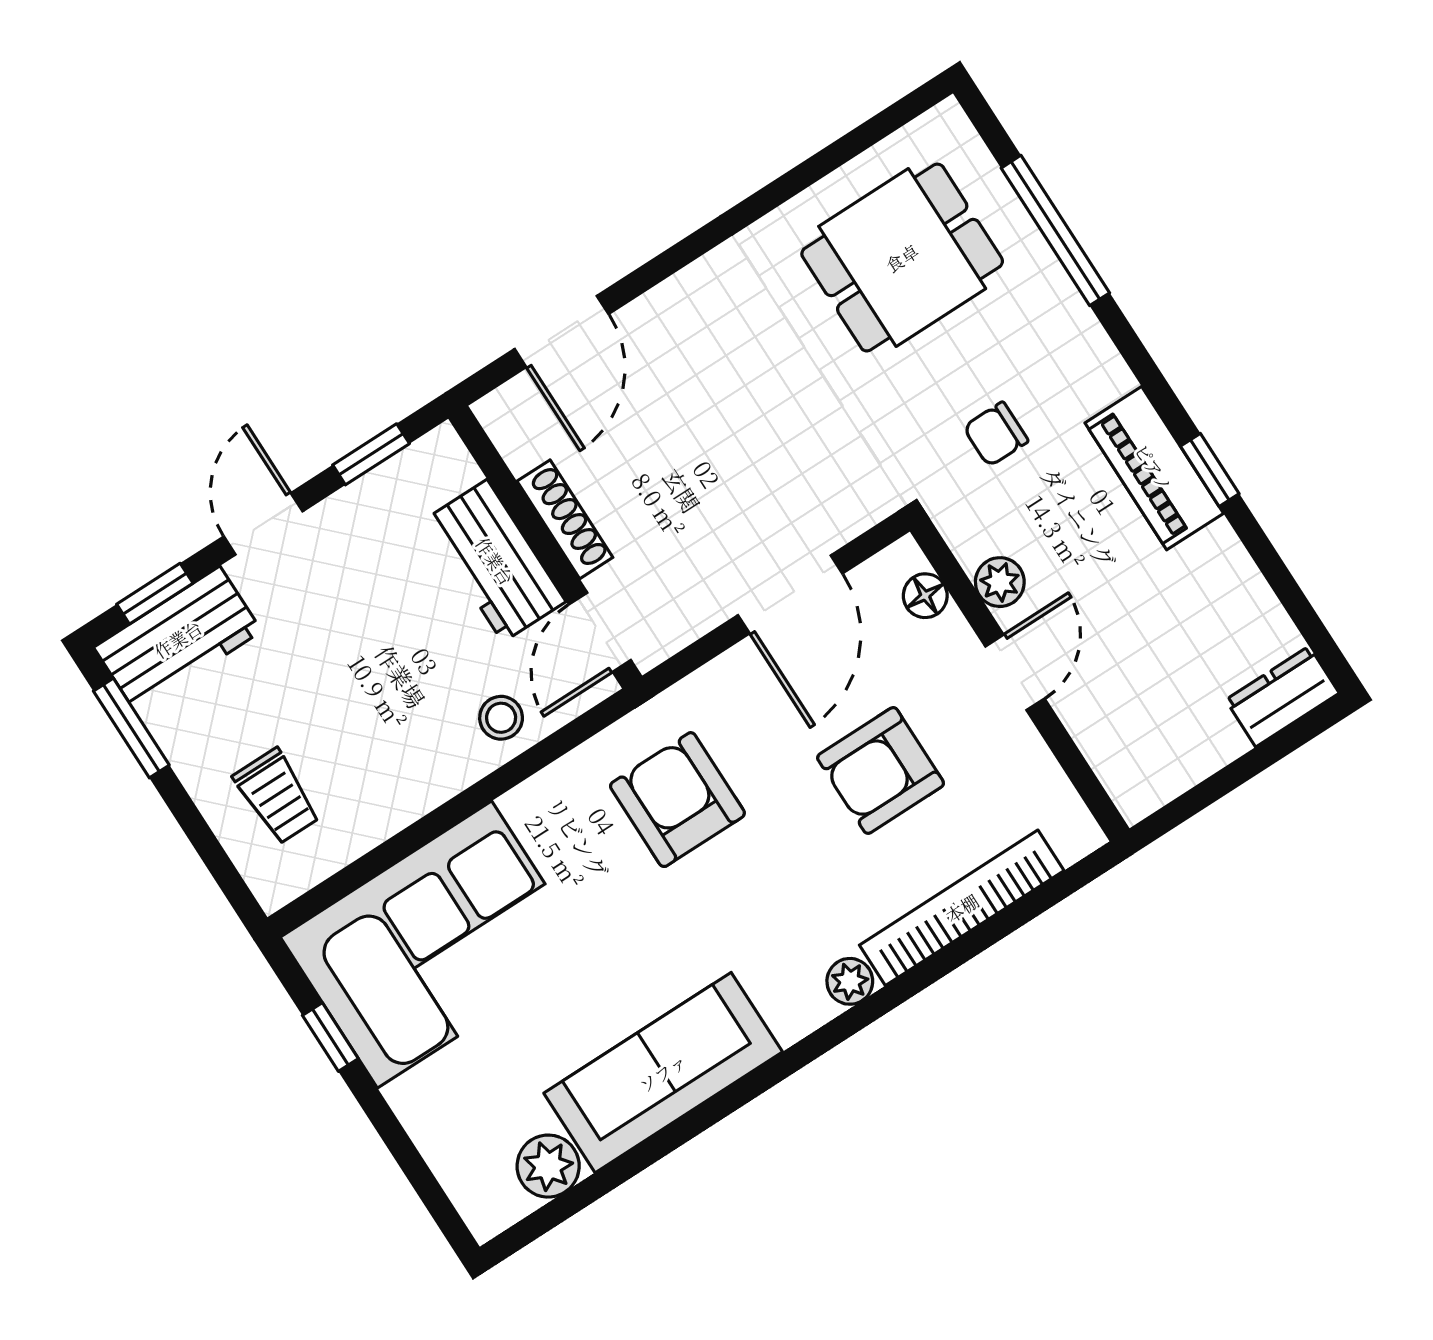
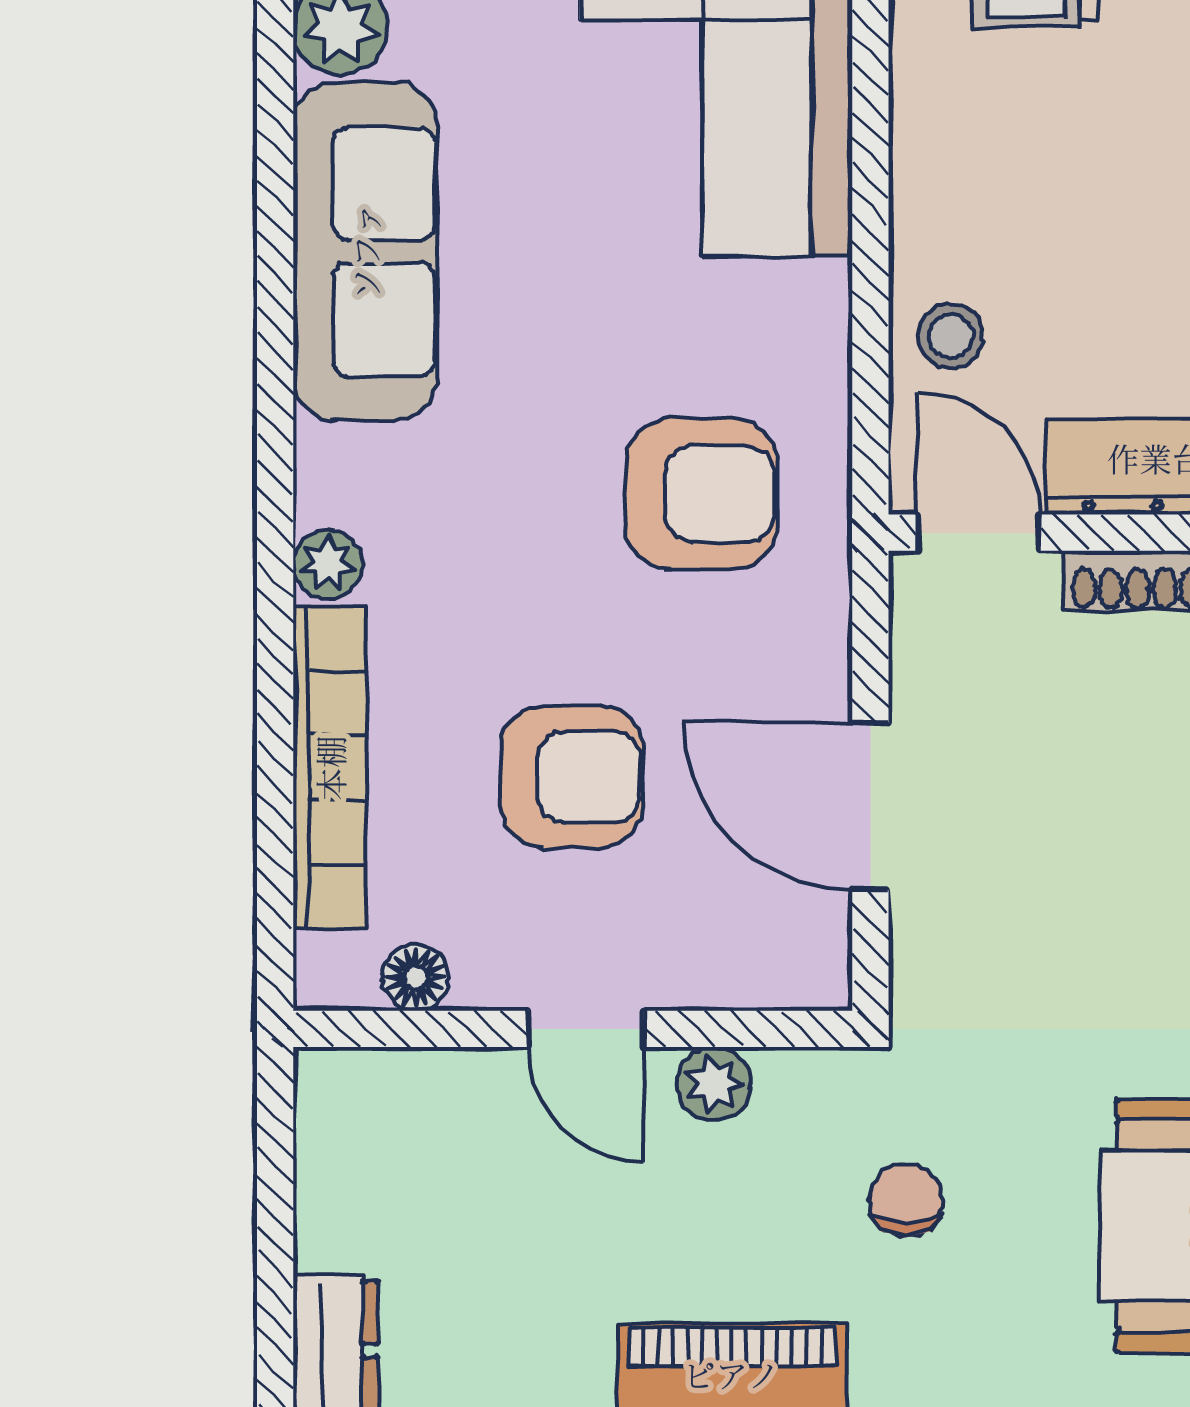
floor lamp: (925, 596) -> (416, 978), moved
armchair: (881, 770) -> (572, 777), turned 90

